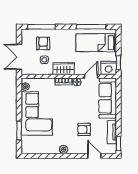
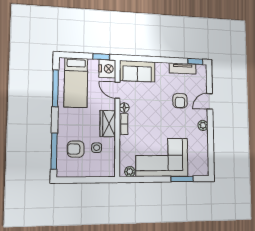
double door: (19, 57) -> (93, 180), removed
sofa: (108, 98) -> (137, 71), width x0.73
door: (94, 156) -> (210, 101), moved

